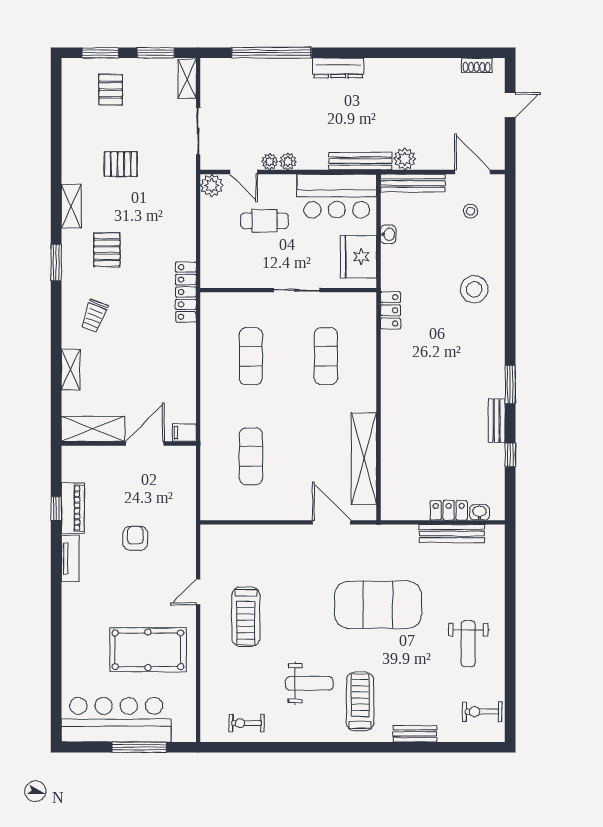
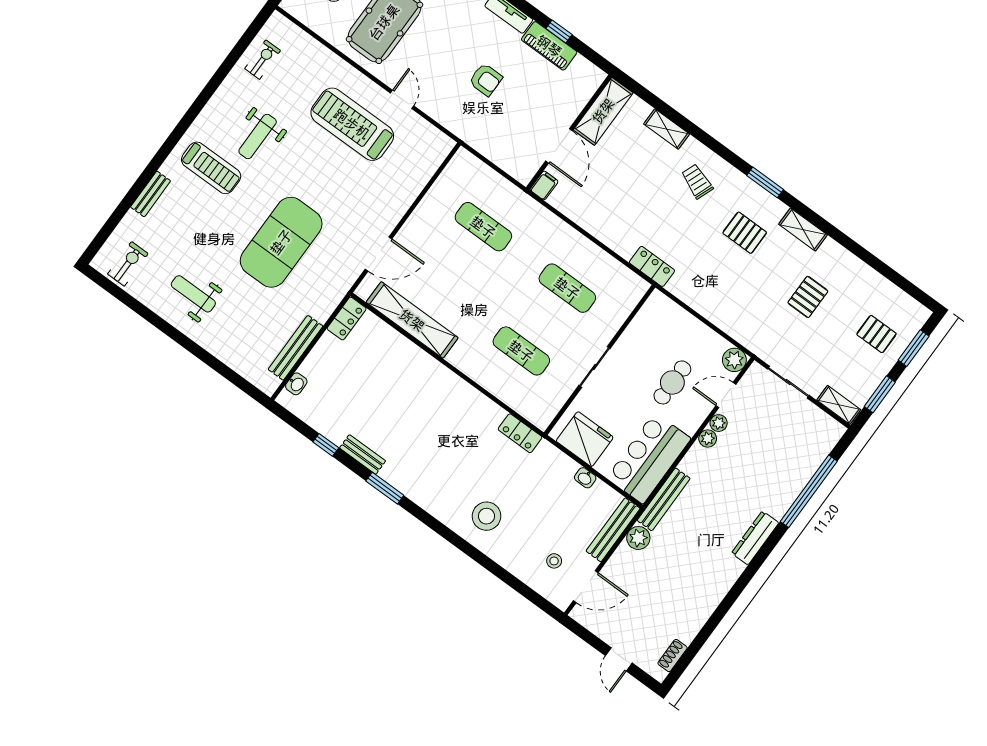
locker: (186, 292) -> (652, 266), width x0.66
locker: (449, 510) -> (347, 319), moved
treadmill: (246, 617) -> (352, 124), width x1.37, depth x1.38

